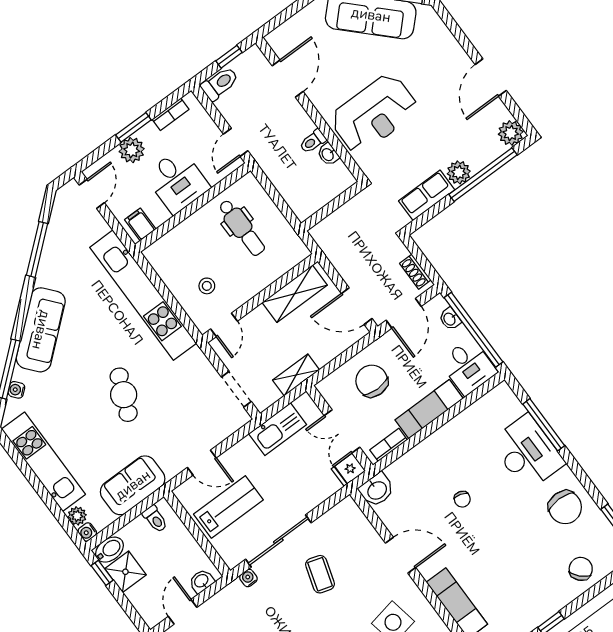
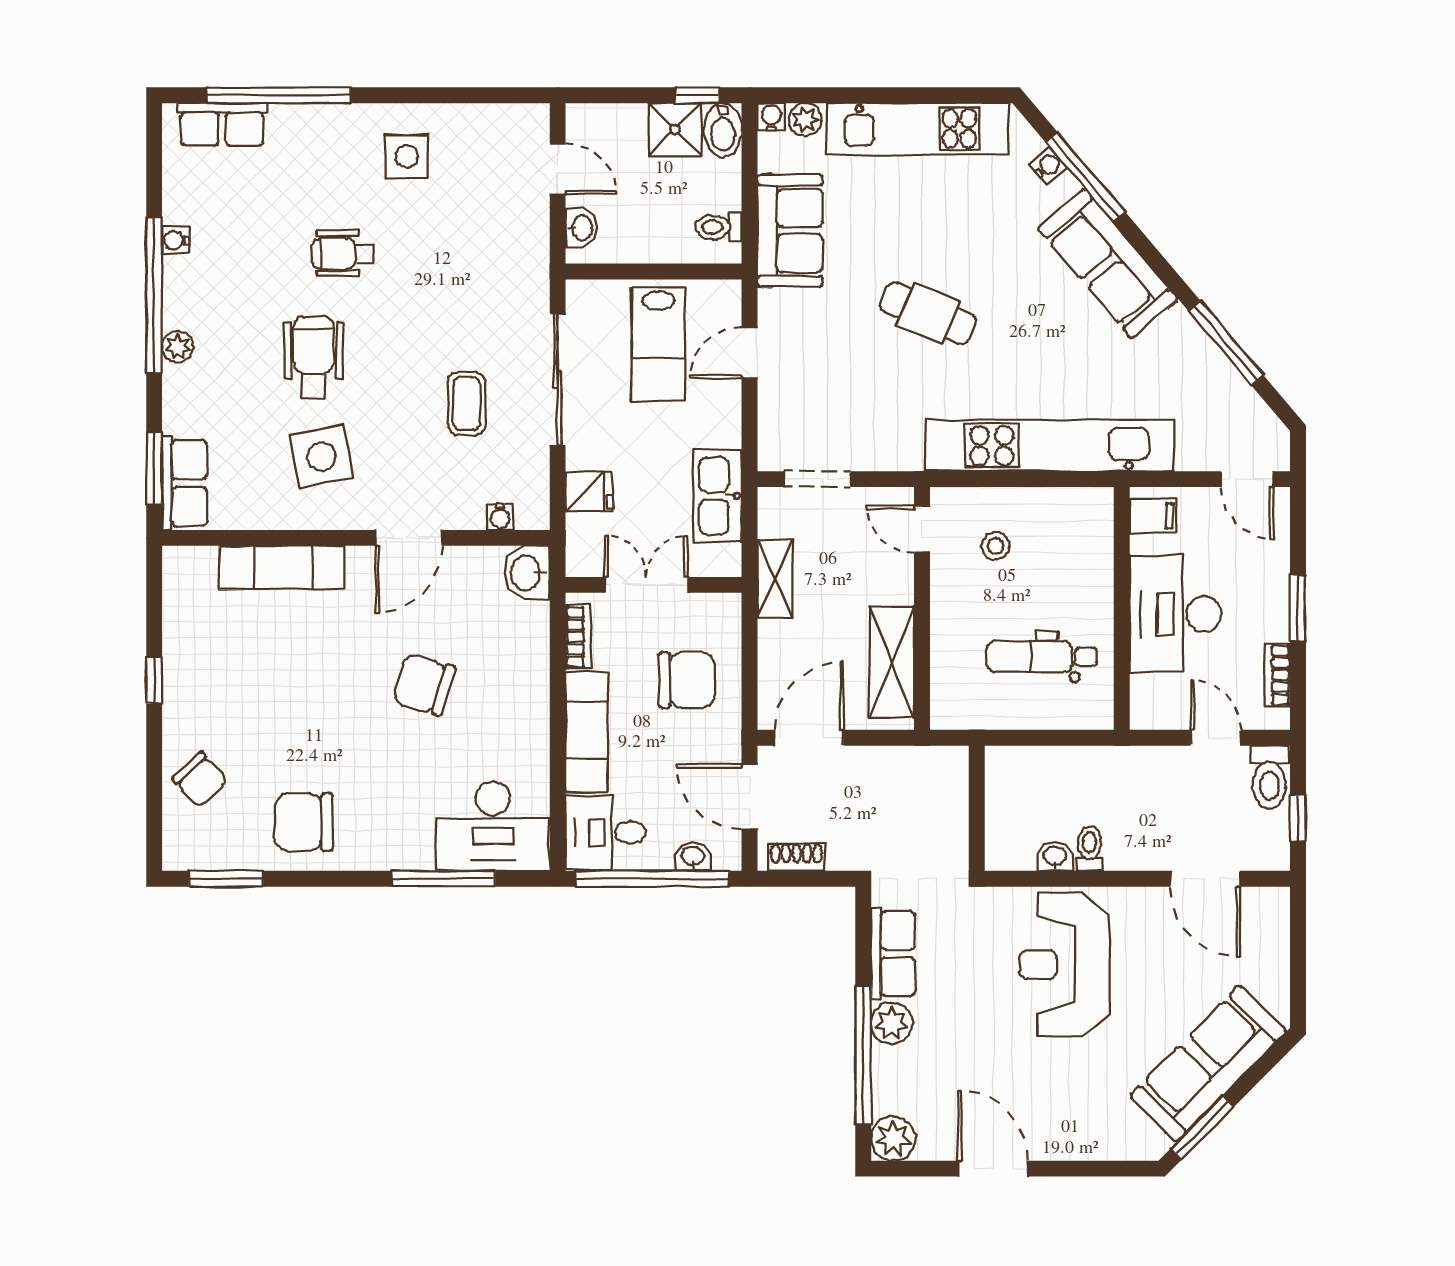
door: (236, 142) -> (1216, 738), moved
plant: (132, 150) -> (1268, 582), removed
desk: (177, 181) -> (1175, 614), width x1.37
desk: (527, 453) -> (493, 826), moved
fridge: (348, 470) -> (589, 491), moved, turned 90
chair: (462, 499) -> (424, 685), width x1.87, depth x1.87
coffee table: (320, 574) -> (467, 403), turned 73
water cooler: (248, 578) -> (500, 517), moved, turned 90

